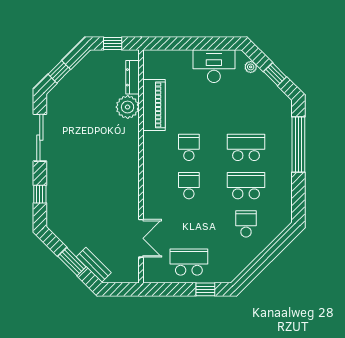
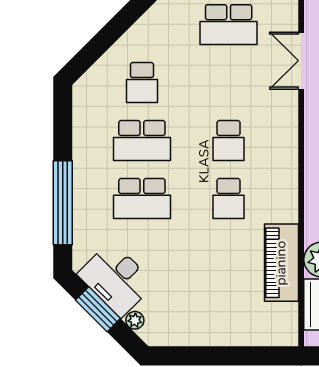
desk: (214, 66) -> (116, 279), moved, turned 45
window: (275, 74) -> (98, 309), width x1.50

